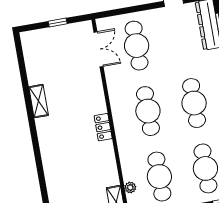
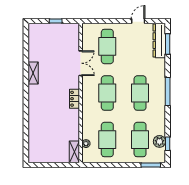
double door: (98, 49) -> (81, 63), moved

